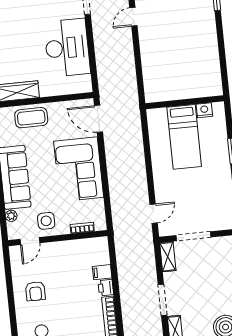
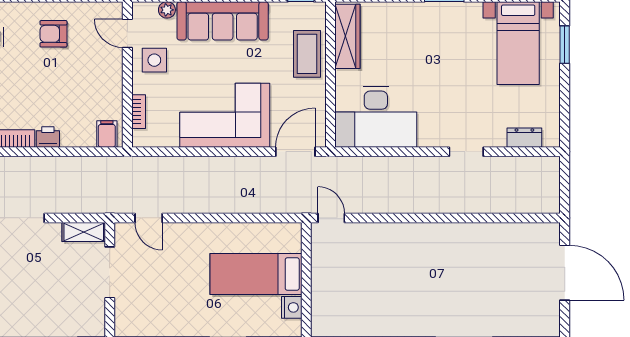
door: (133, 17) -> (331, 218), moved
desk: (67, 48) -> (376, 117), moved
filing cabinet: (102, 272) -> (107, 134), moved

